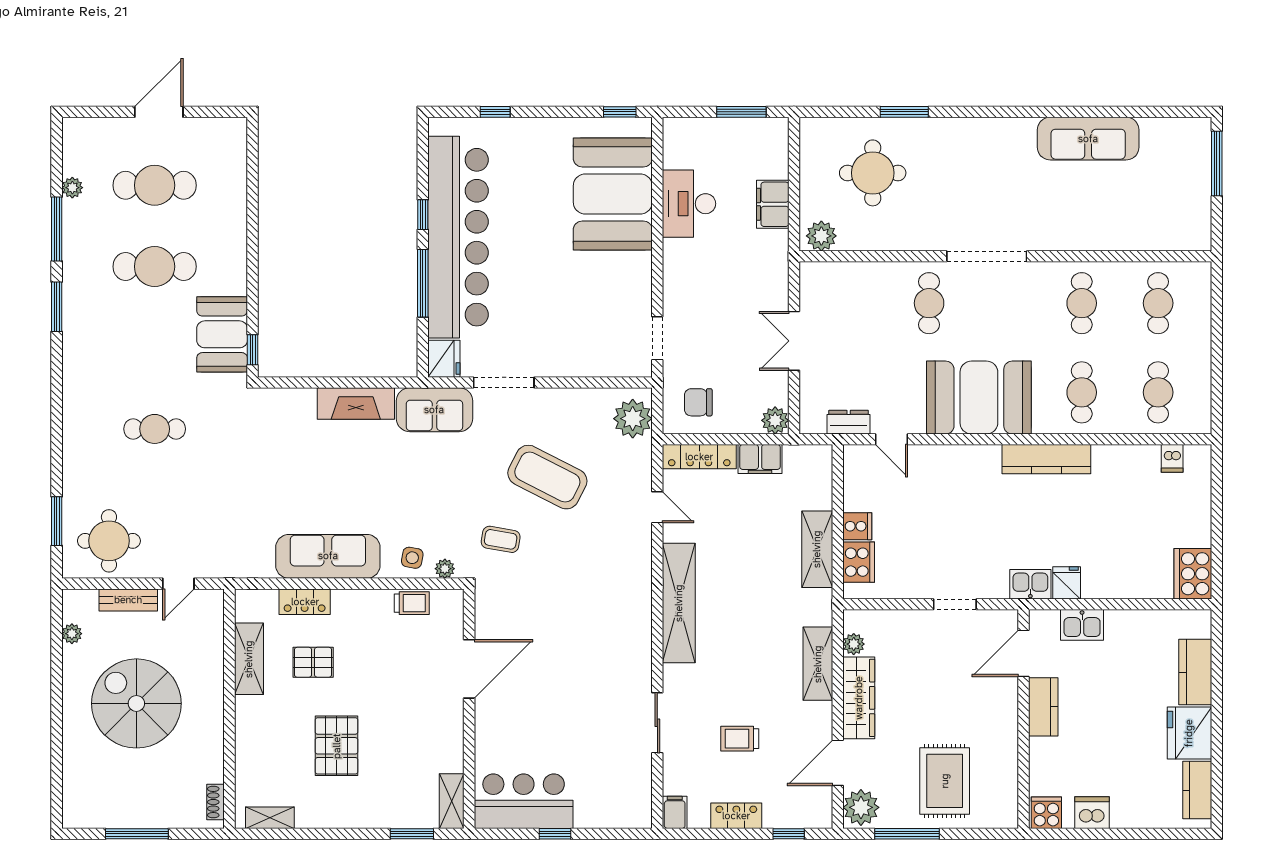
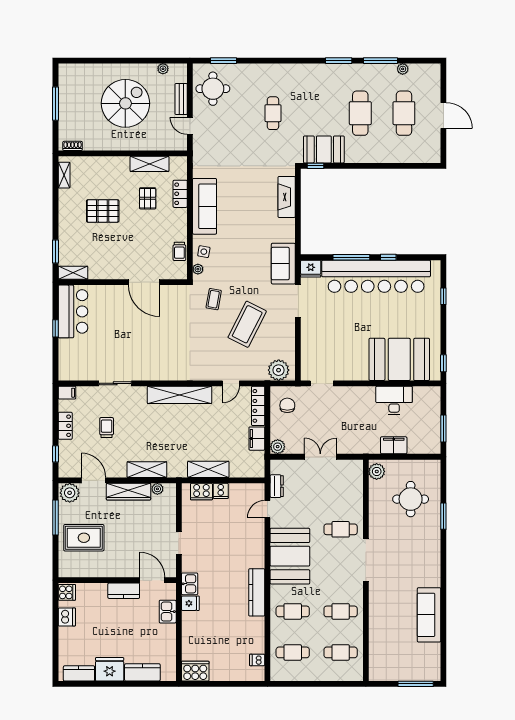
fireplace: (356, 404) -> (287, 197), moved

